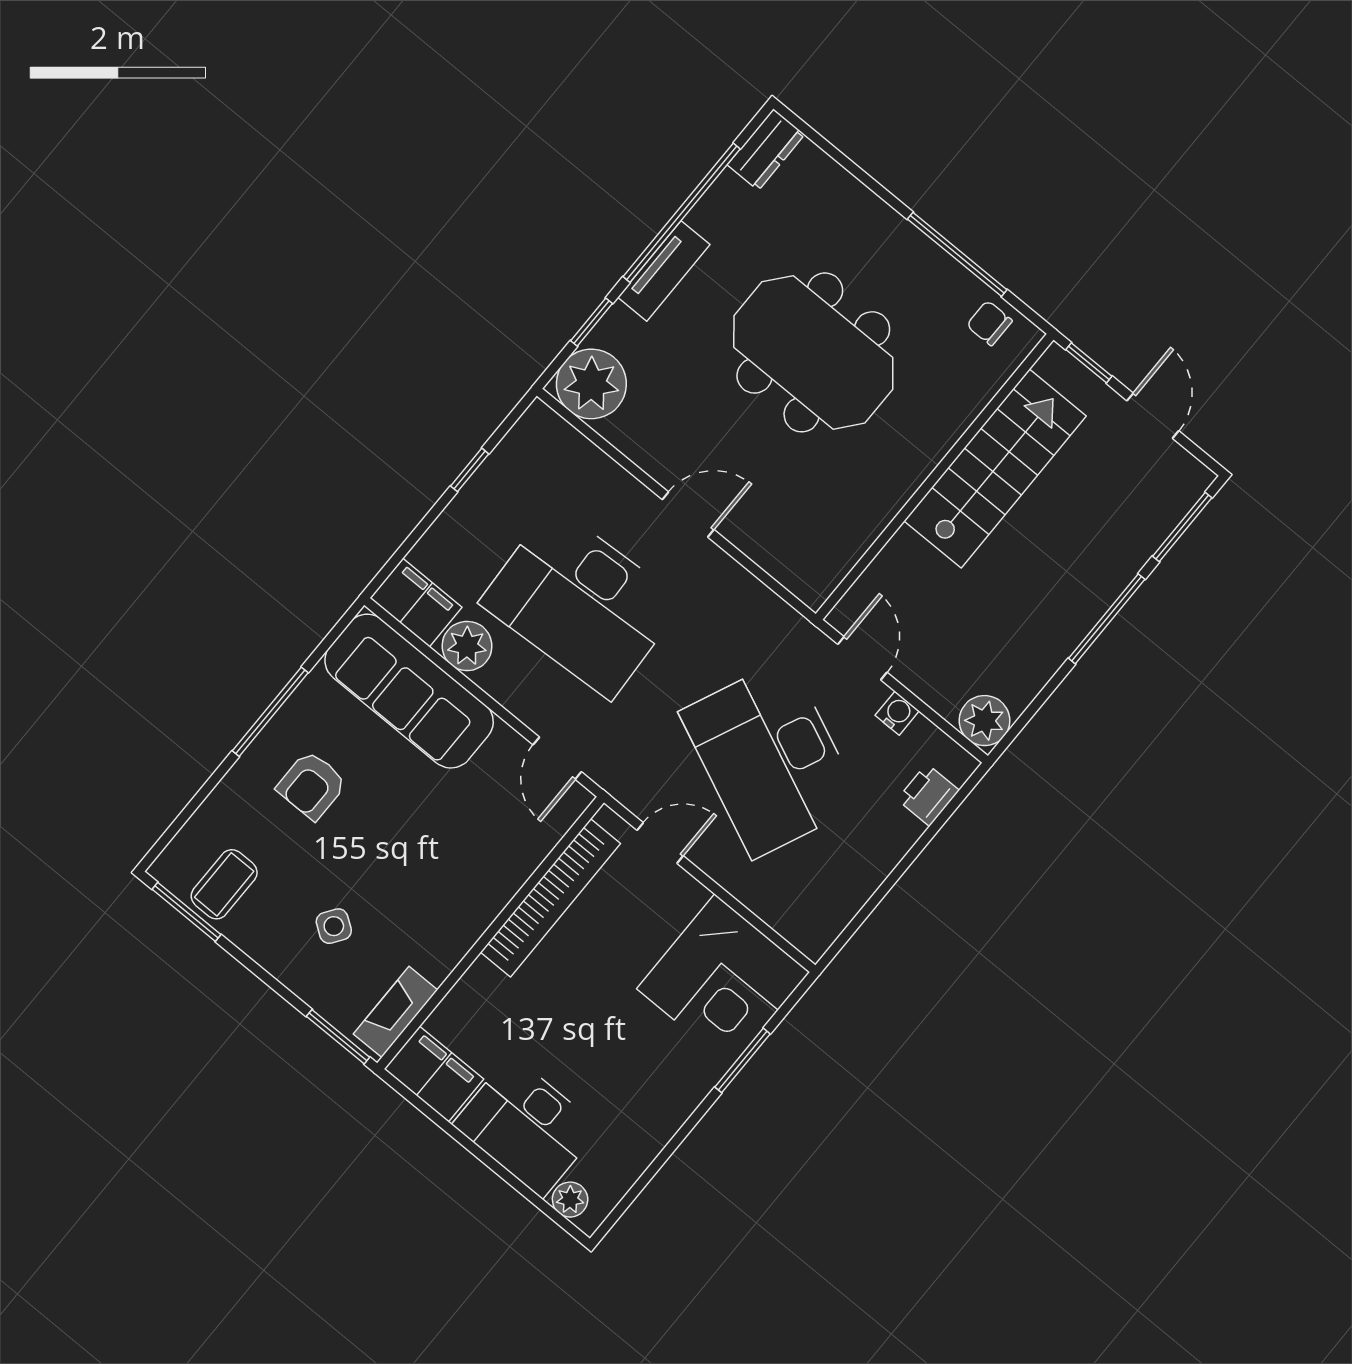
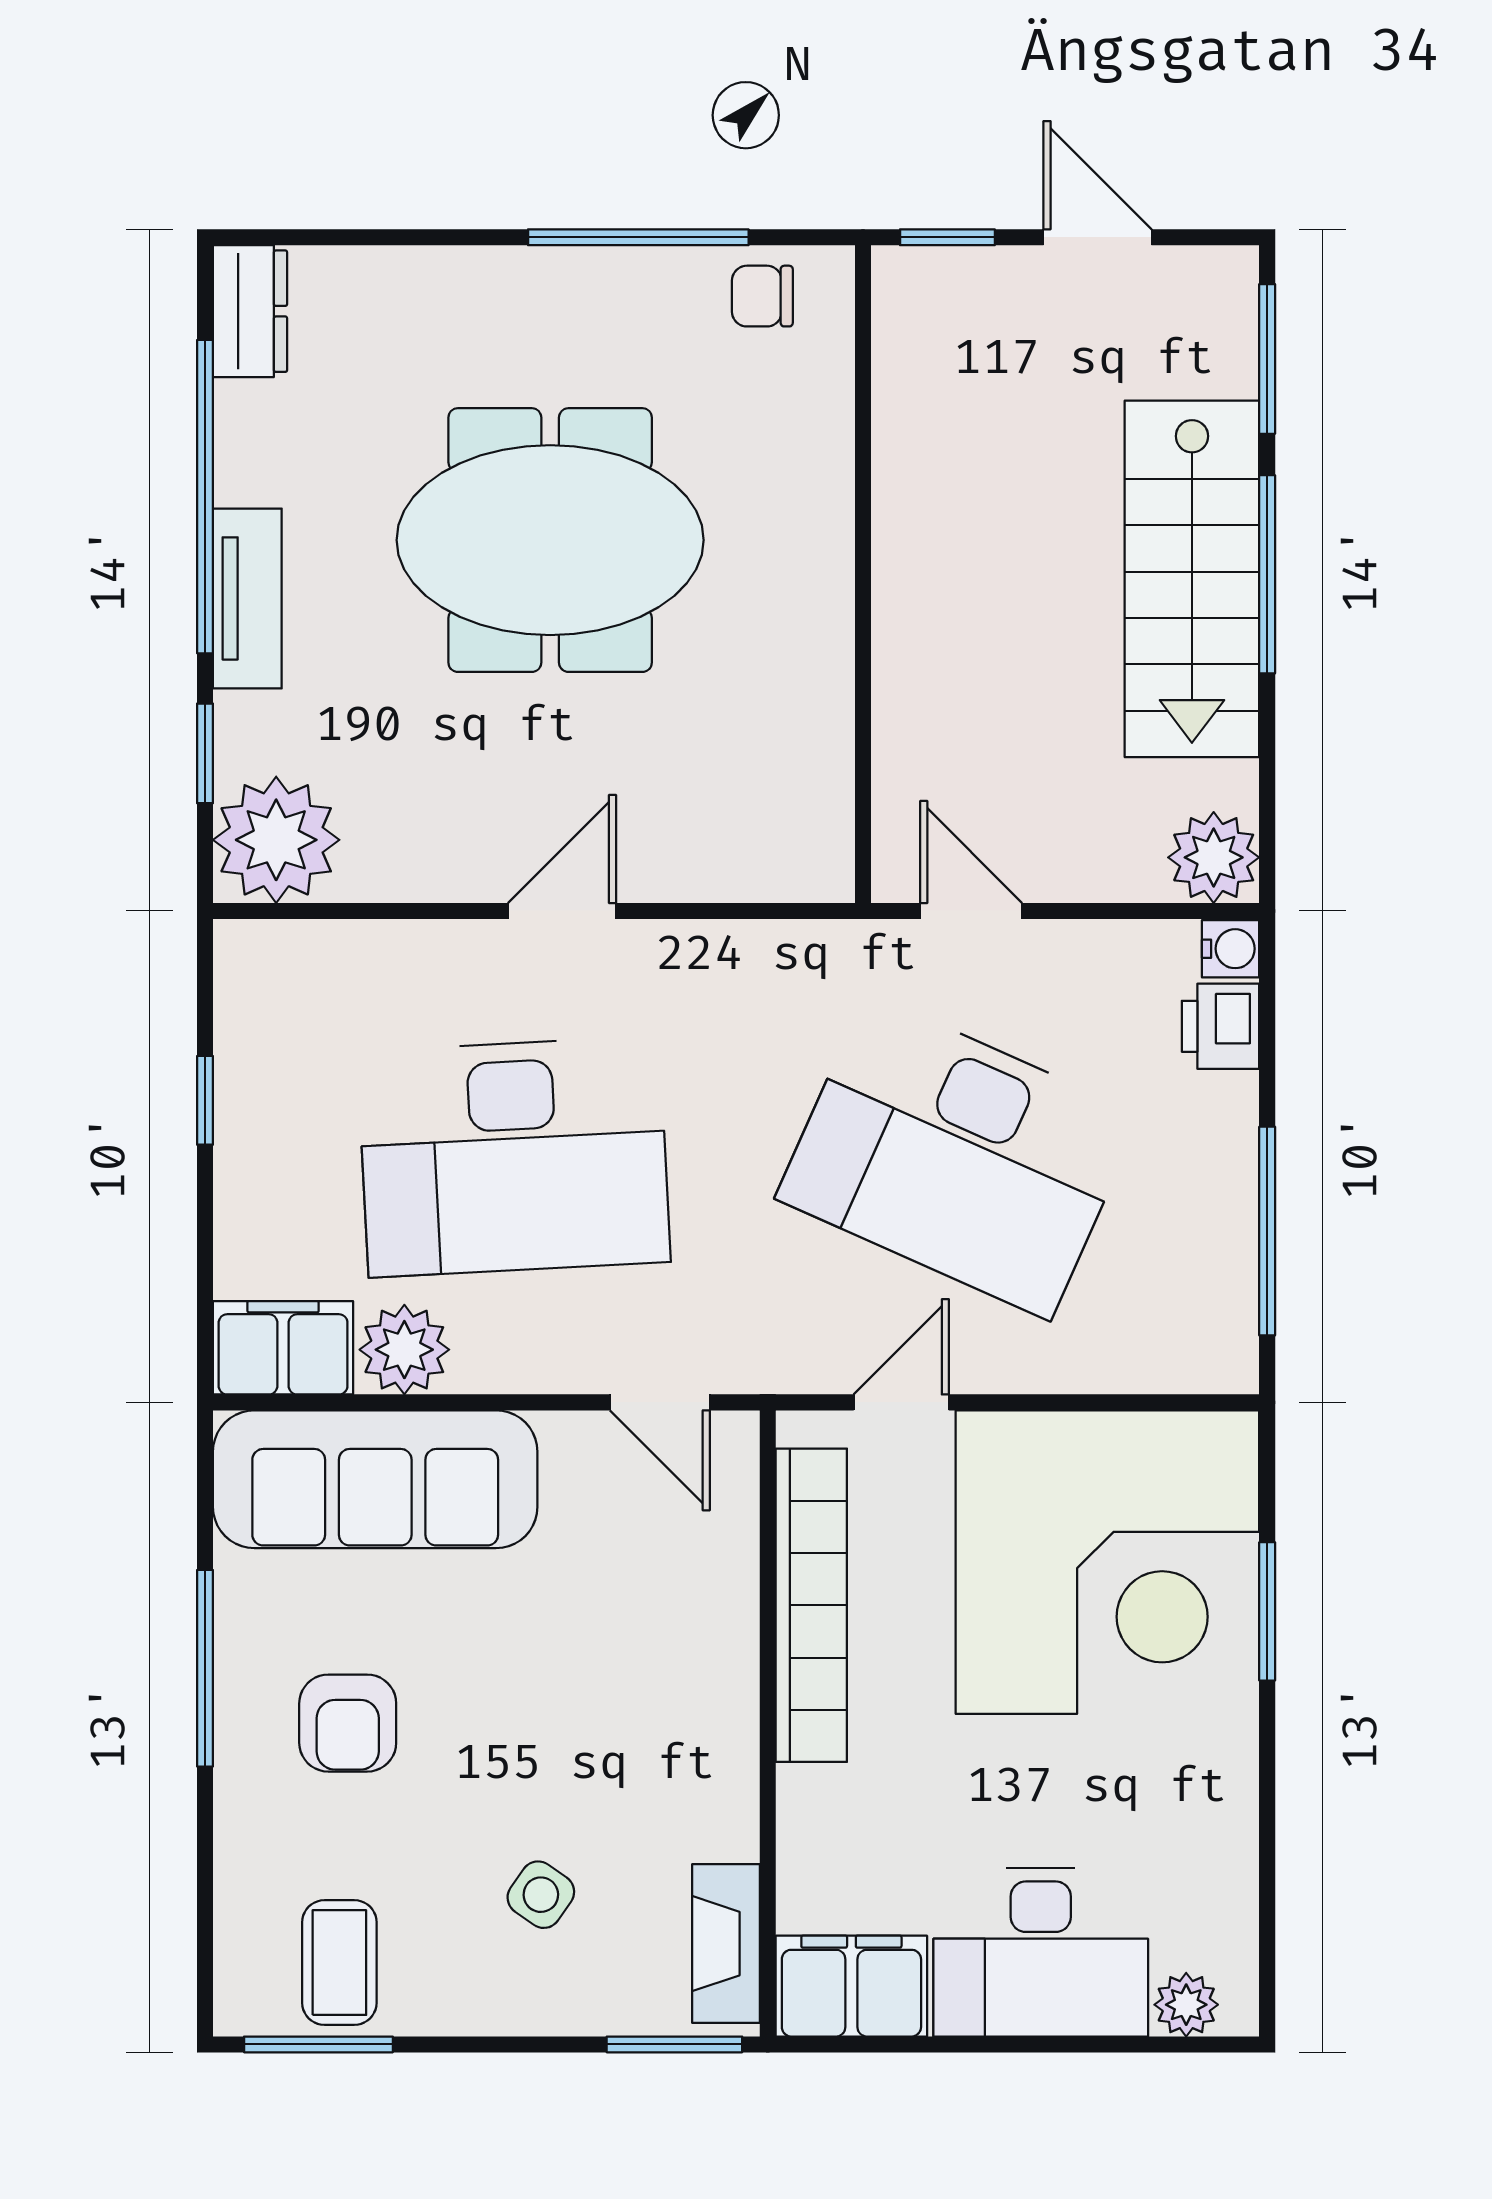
stairs: (995, 468) -> (1192, 579), moved, turned 180
water cooler: (897, 713) -> (1231, 949), moved, turned 90
window: (876, 898) -> (1267, 1231), added
corner desk: (723, 980) -> (1107, 1562), width x1.36, depth x1.36

